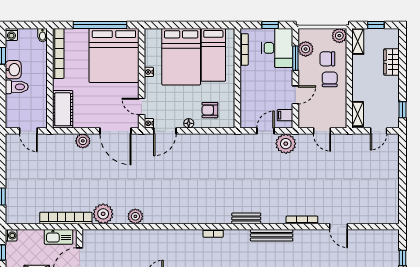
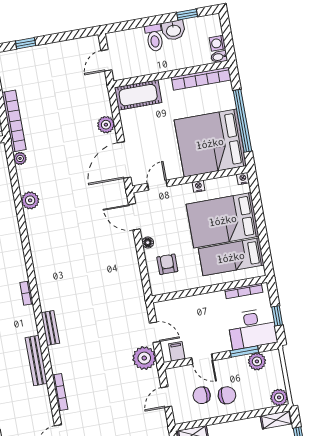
washing machine: (11, 34) -> (217, 43), moved
chair: (327, 59) -> (202, 395), moved, turned -90
nightstand: (149, 123) -> (243, 178), moved
plant: (103, 214) -> (20, 158), width x0.53, depth x0.53

